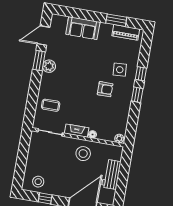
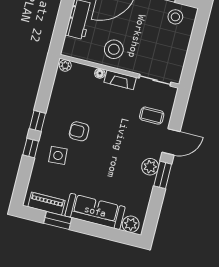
plant: (61, 21) -> (131, 224), added
sofa: (83, 28) -> (95, 211), width x1.36
door: (43, 36) -> (171, 142), moved

